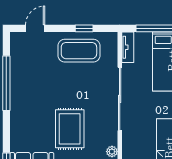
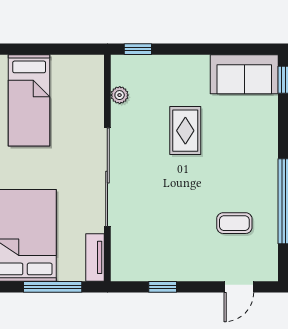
coffee table: (79, 51) -> (234, 223), moved, width x0.54, depth x0.58
rug: (70, 129) -> (185, 131), width x0.73, depth x0.70

